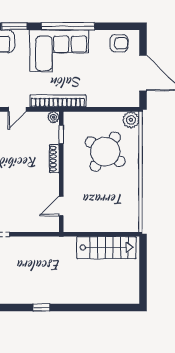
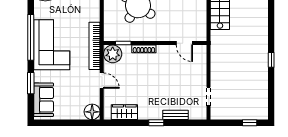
plant: (53, 117) -> (113, 54), width x1.87, depth x1.87

